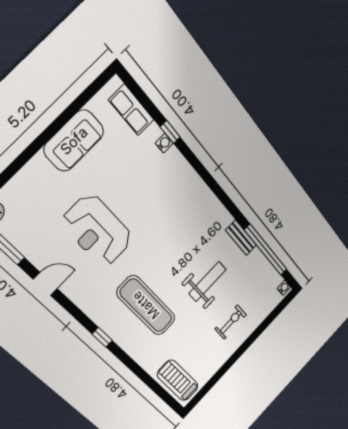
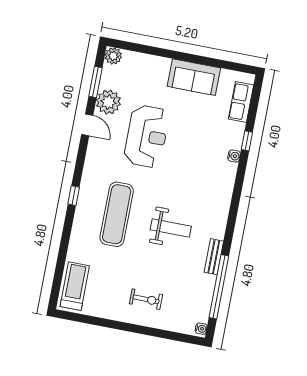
water cooler: (164, 143) -> (234, 156), moved
reception desk: (97, 230) -> (147, 136), turned 180
plant: (38, 248) -> (108, 102), added
weight bench: (207, 281) -> (171, 228), moved

